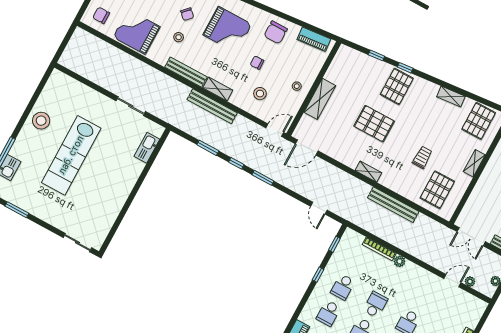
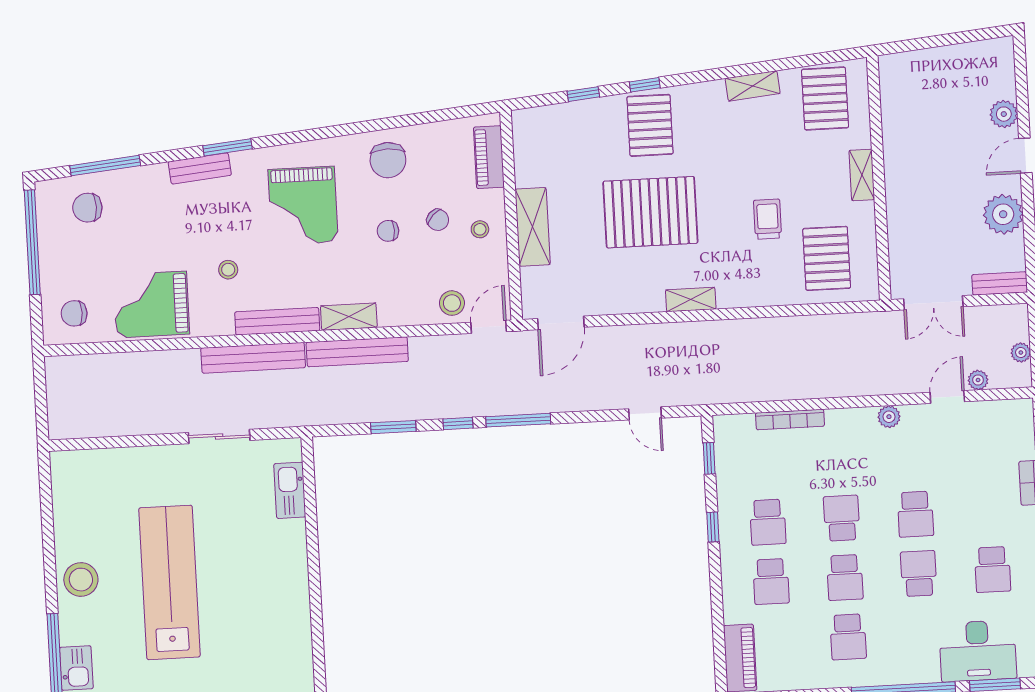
chair: (187, 14) -> (438, 220), moved
grand piano: (227, 30) -> (303, 206), turned 90
piano: (314, 39) -> (489, 157), moved, turned 95
stool: (260, 94) -> (452, 303), moved
stool: (41, 121) -> (81, 580), moved
pallet: (374, 124) -> (650, 212), width x1.37, depth x1.41
lab bench: (71, 155) -> (169, 582), turned 180
window: (263, 178) -> (518, 420), width x1.44
bench: (393, 205) -> (253, 358), moved
plant: (399, 261) -> (889, 417), moved

